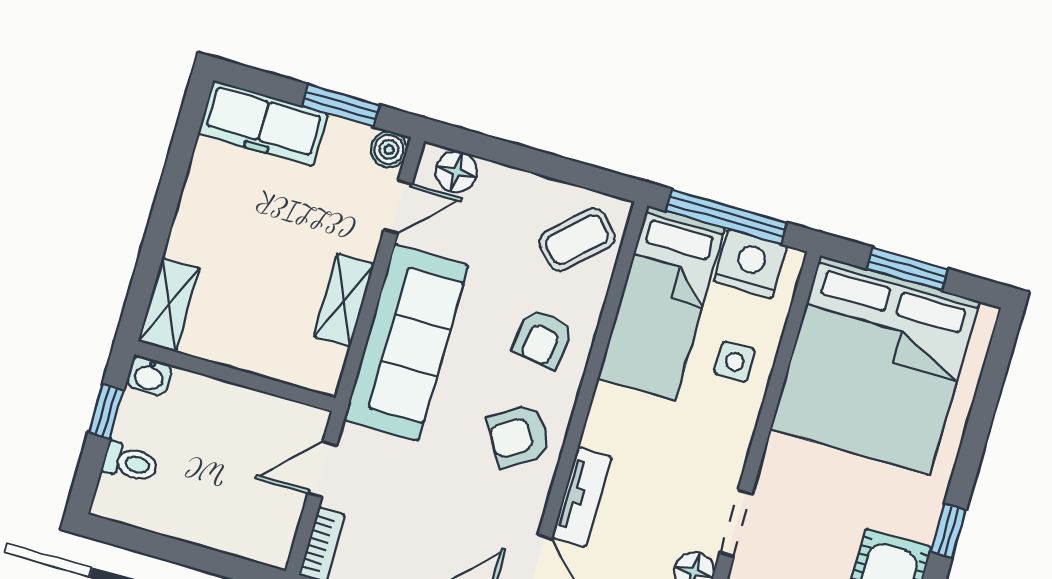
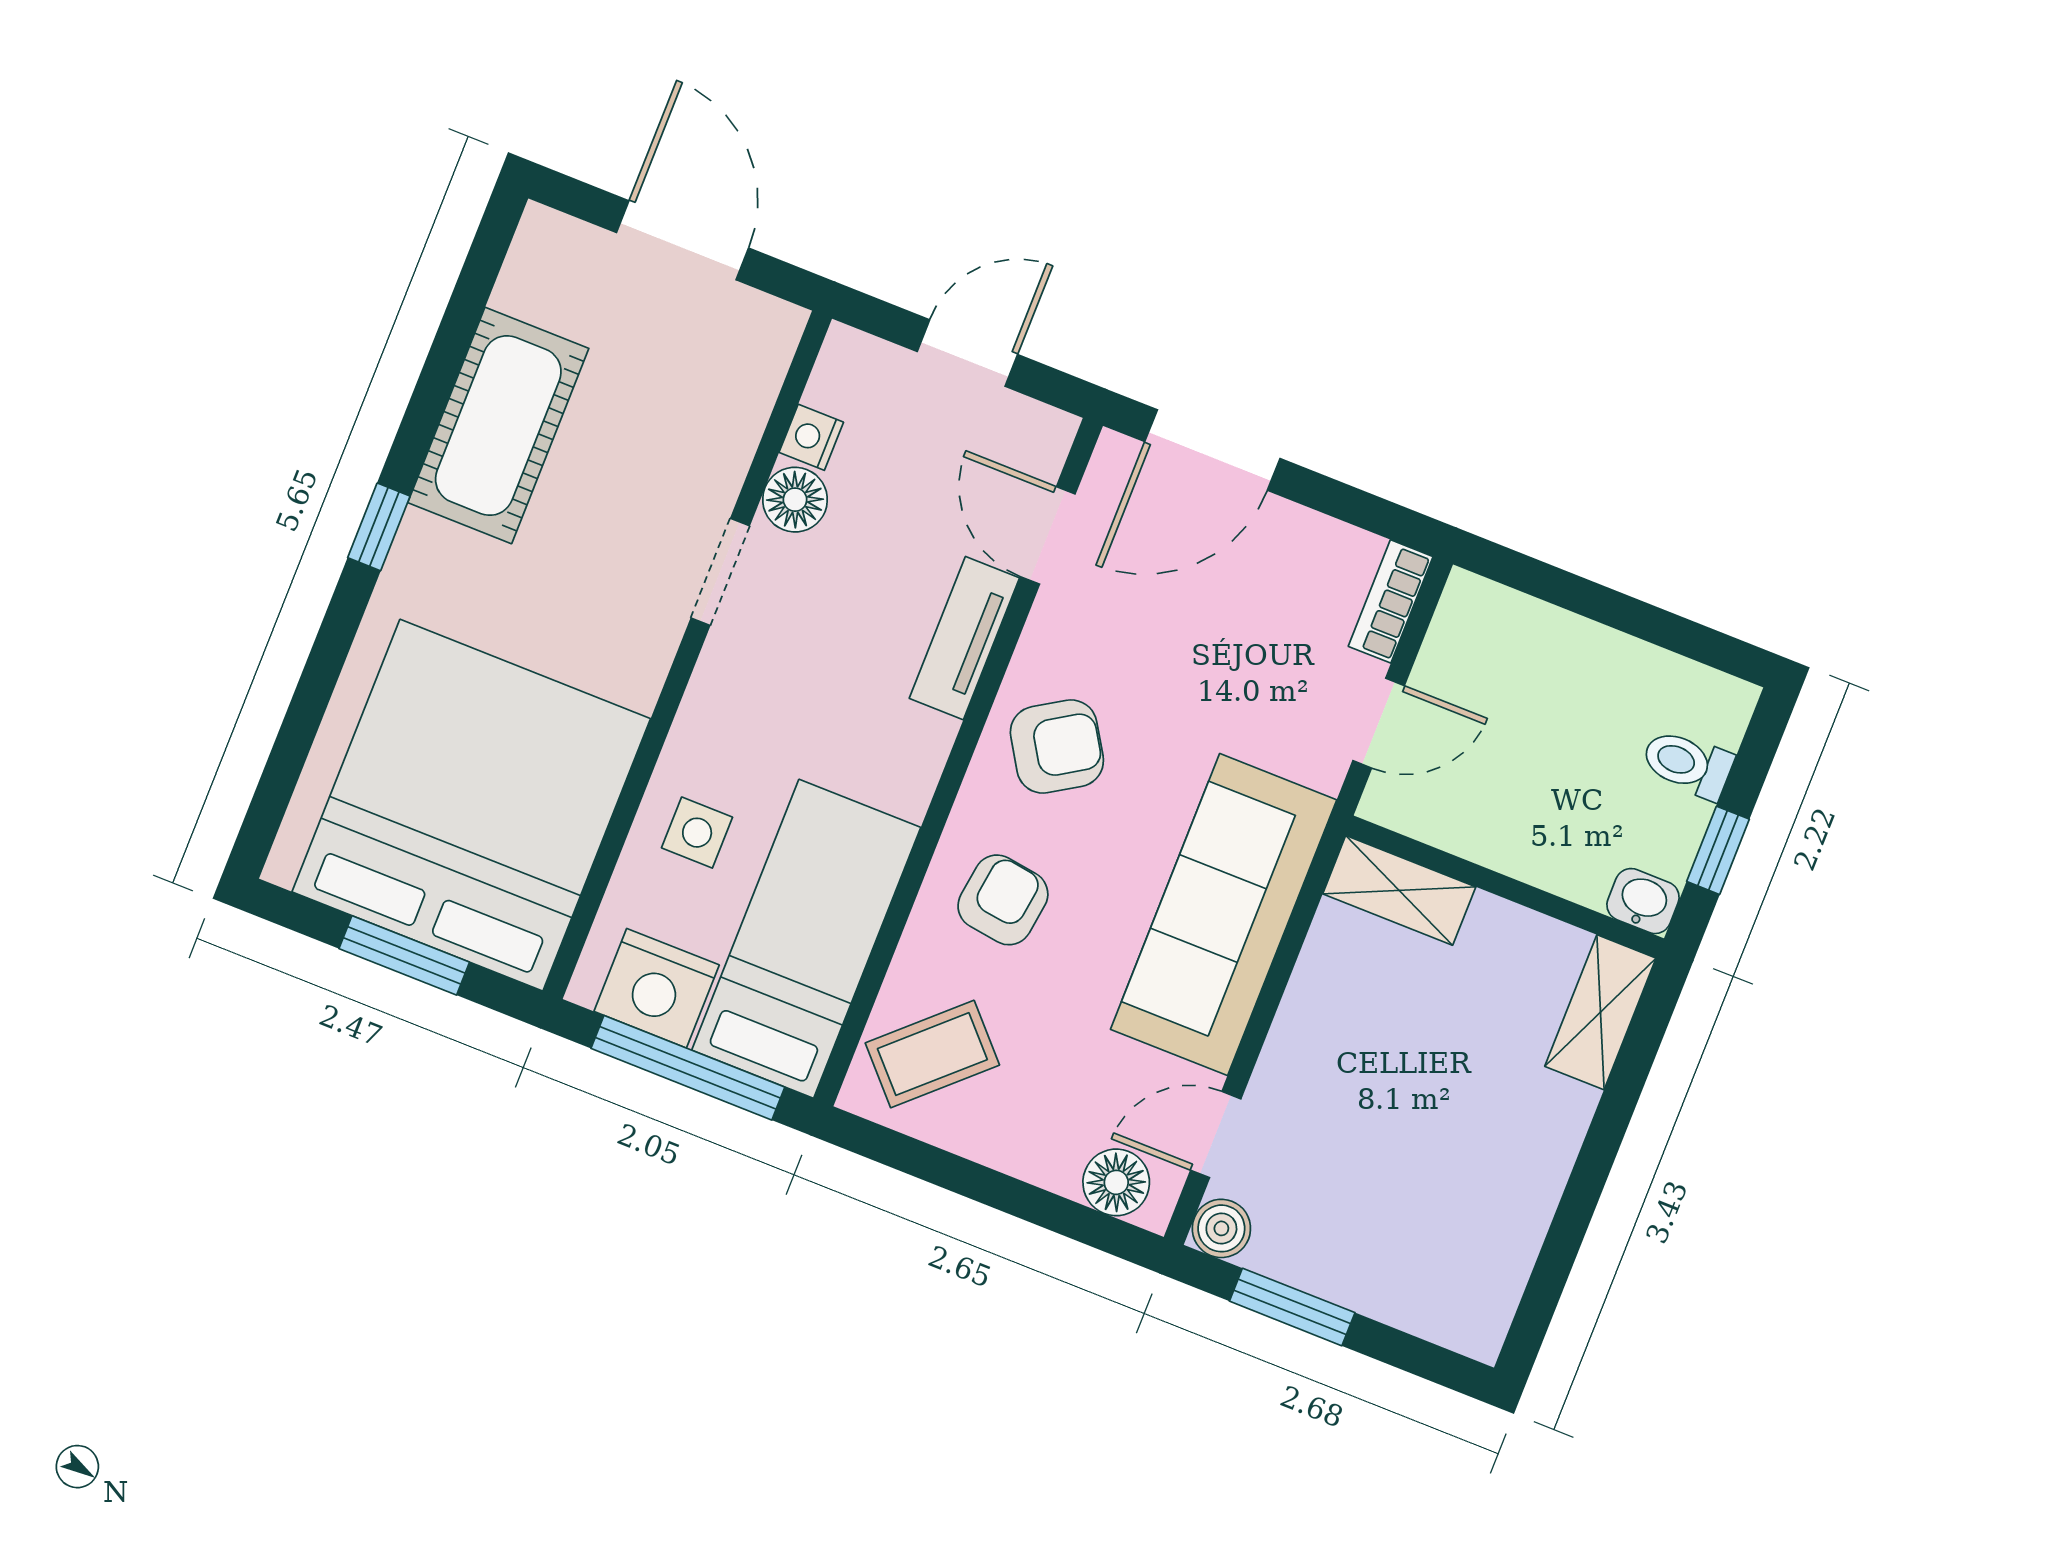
freezer: (263, 123) -> (1420, 1290), removed
shelving: (344, 300) -> (1399, 890), moved, turned 90

